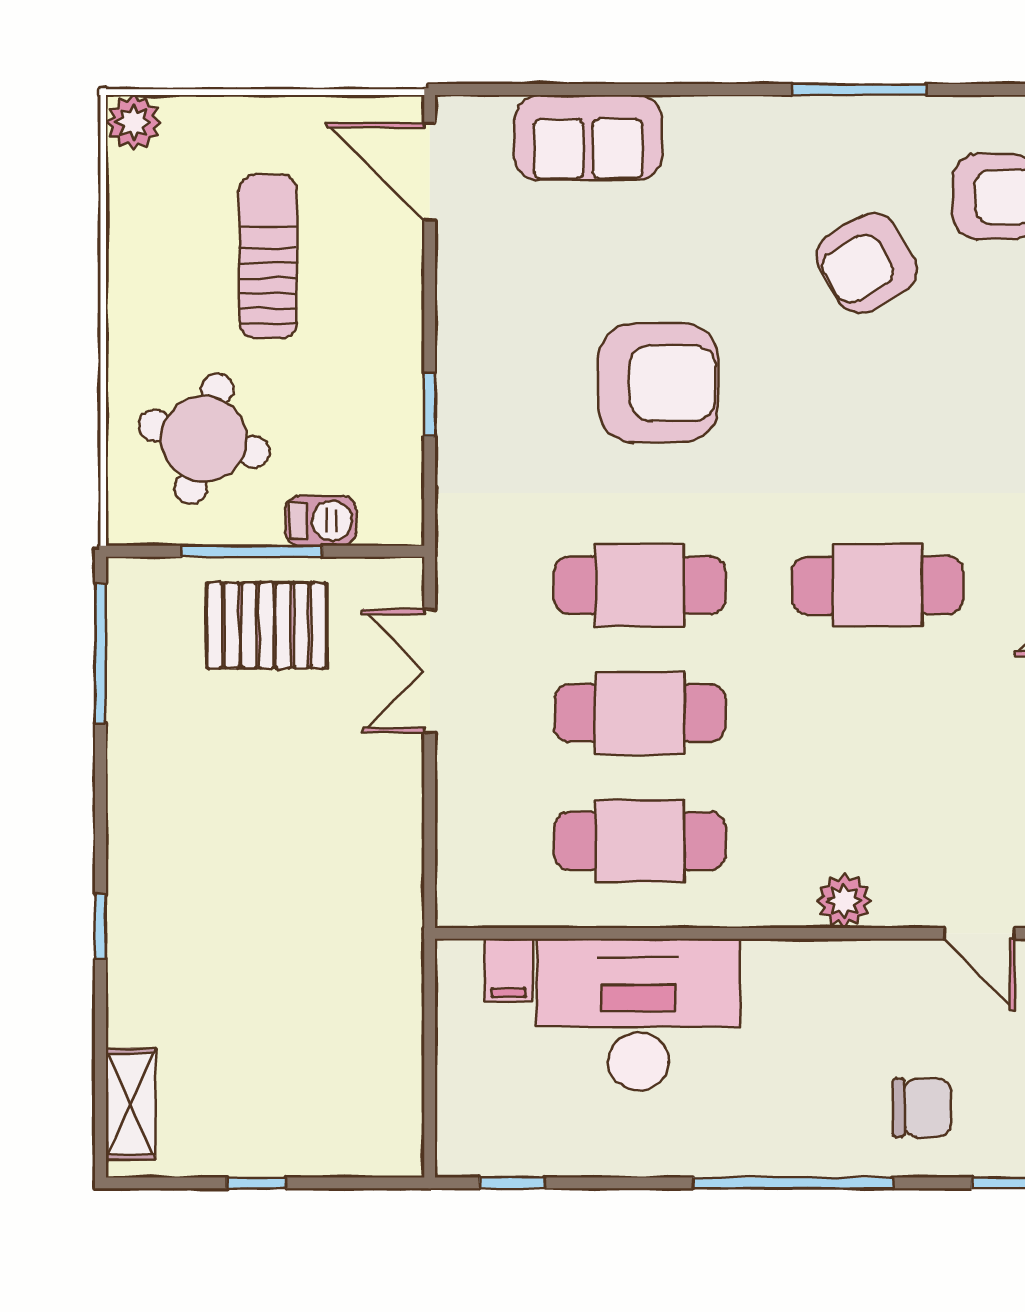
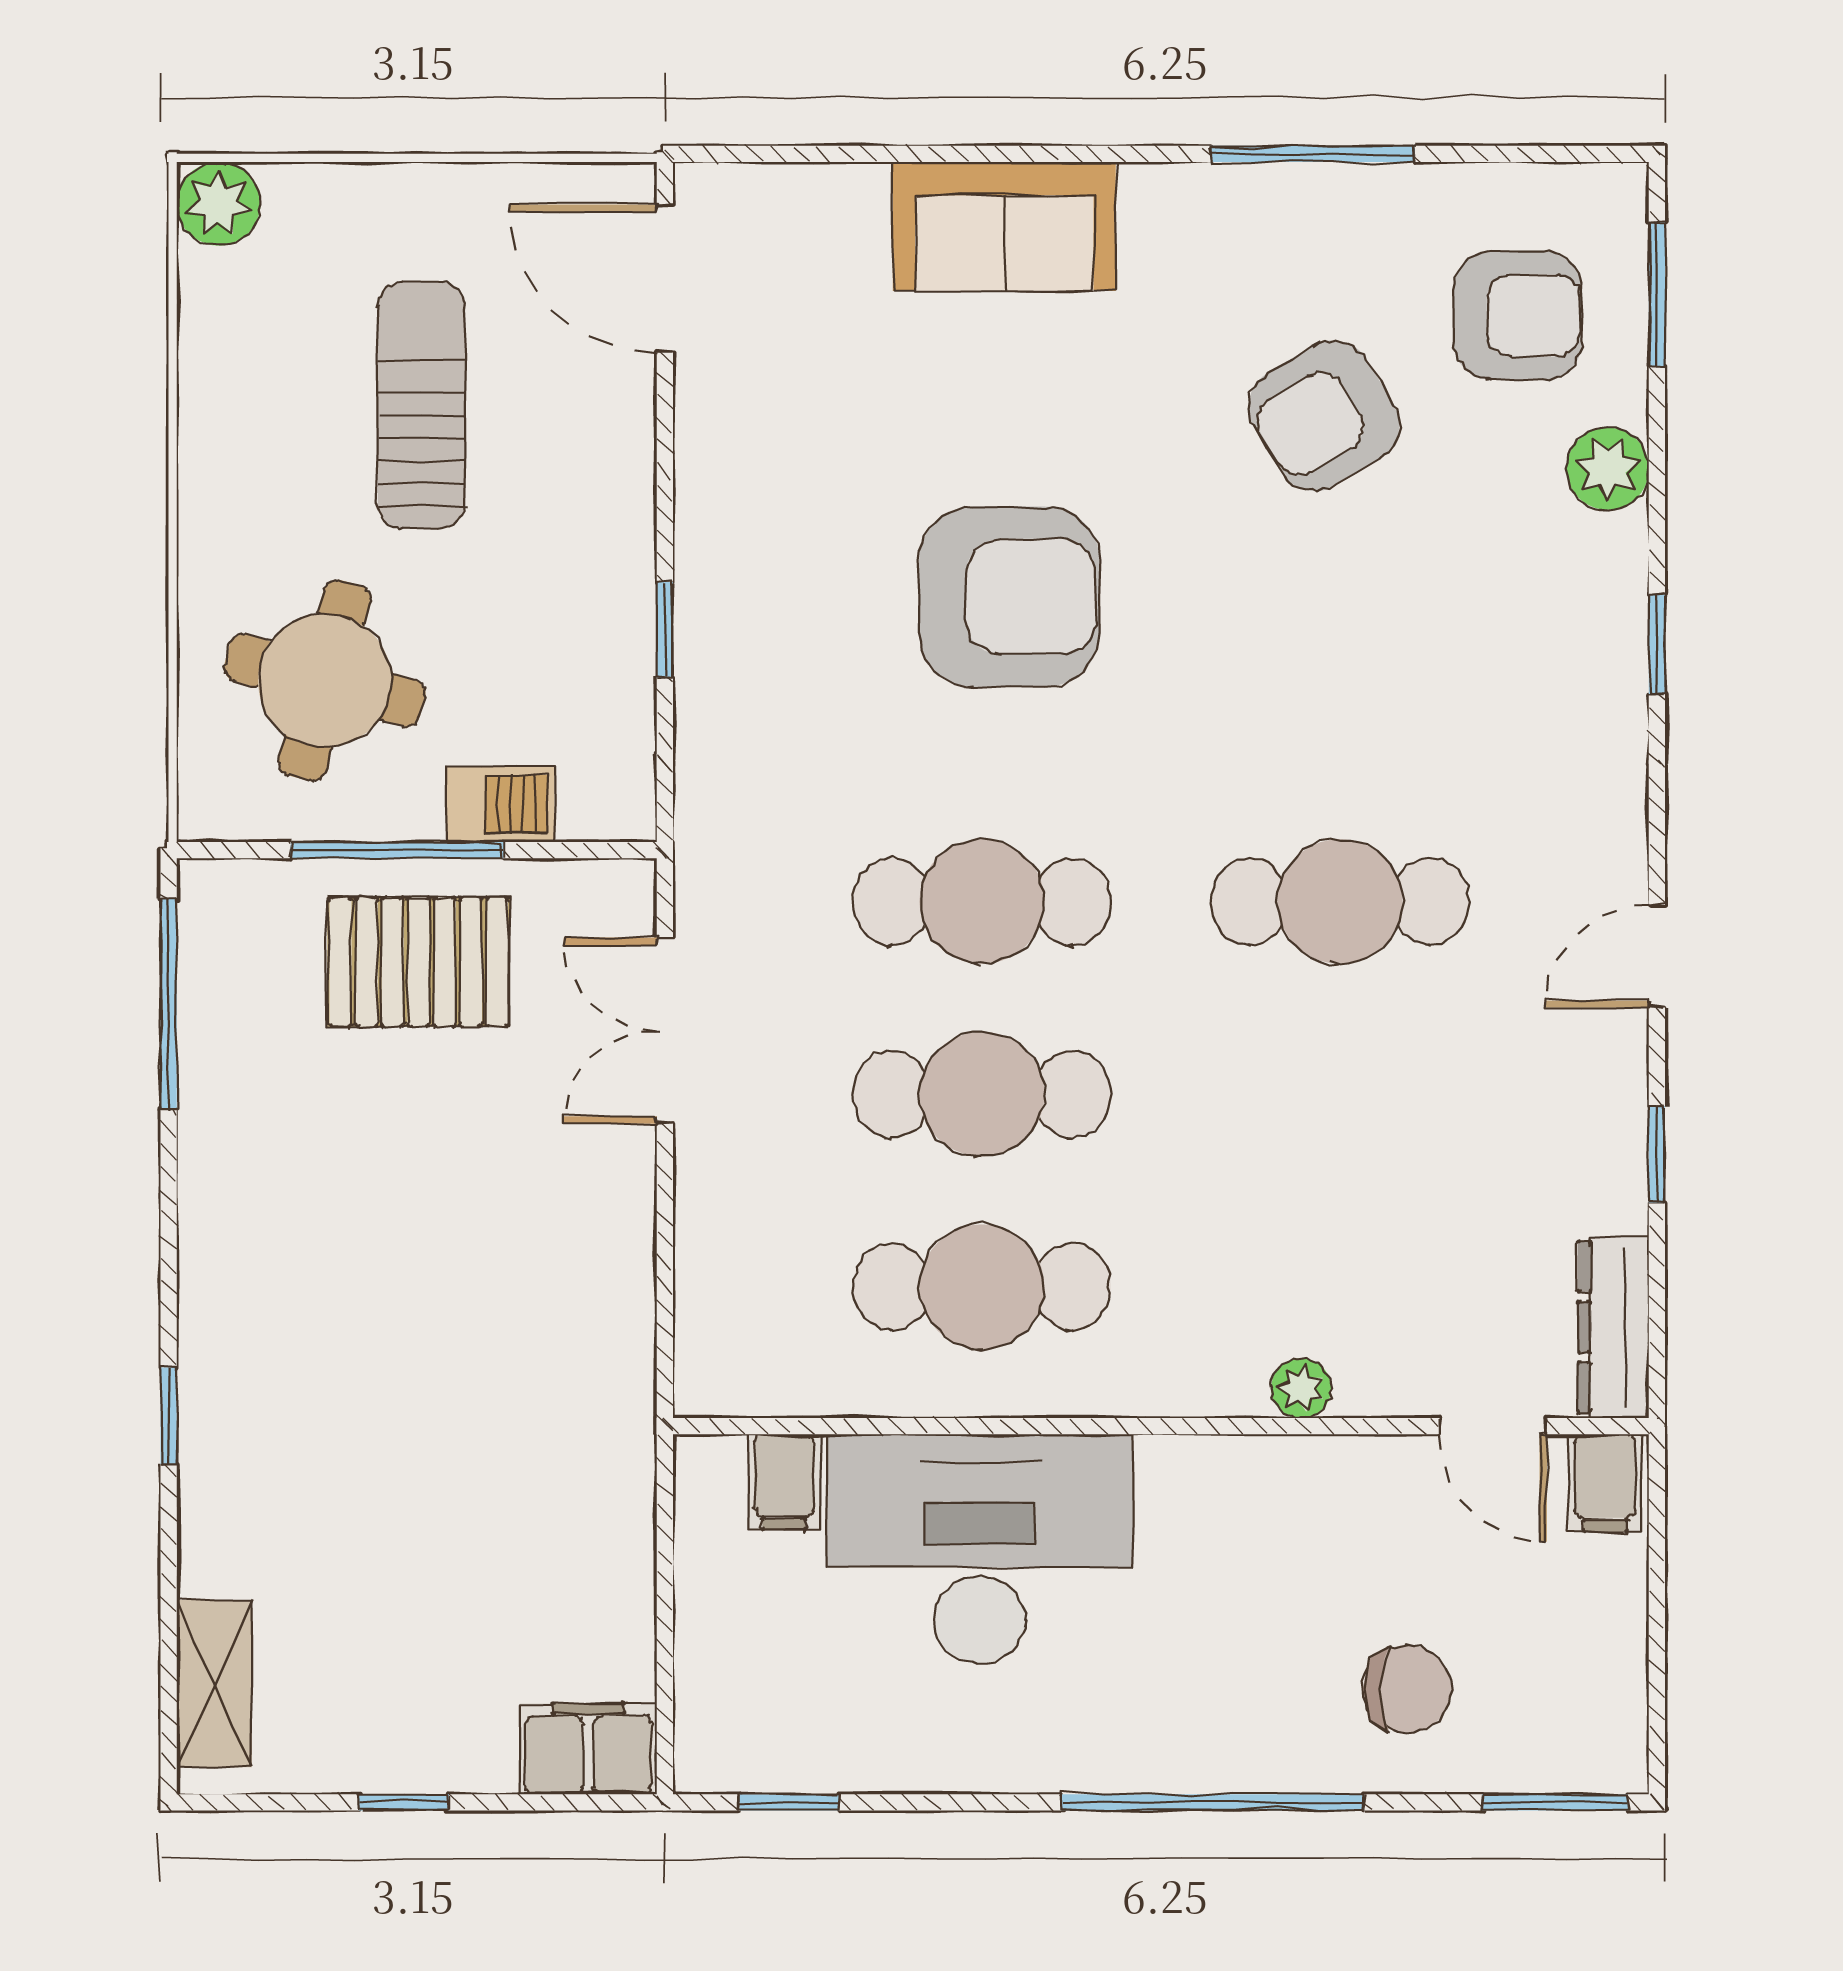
sofa: (588, 137) -> (1004, 226), moved
plant: (844, 901) -> (1301, 1388), width x0.73, depth x0.73
filing cabinet: (379, 1147) -> (588, 1749), added

